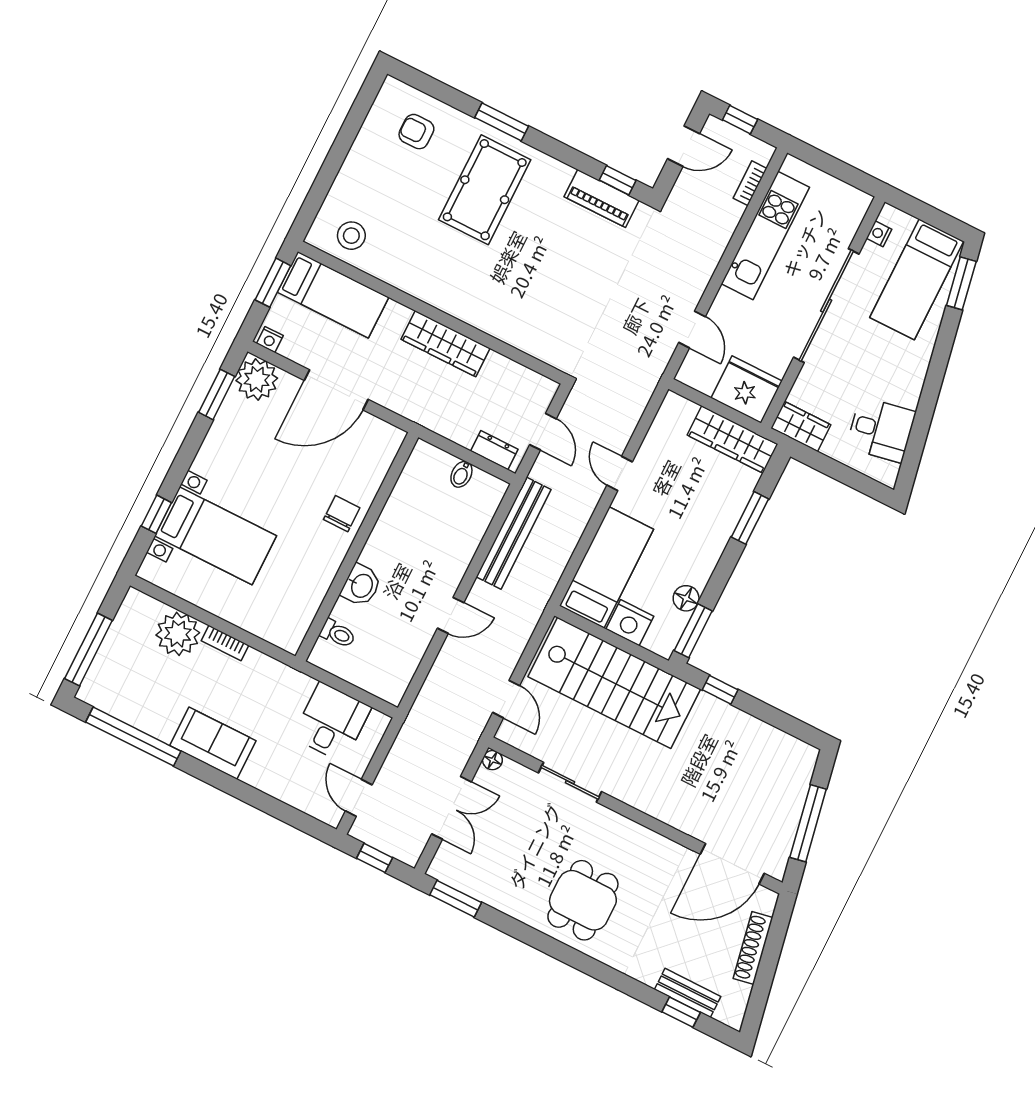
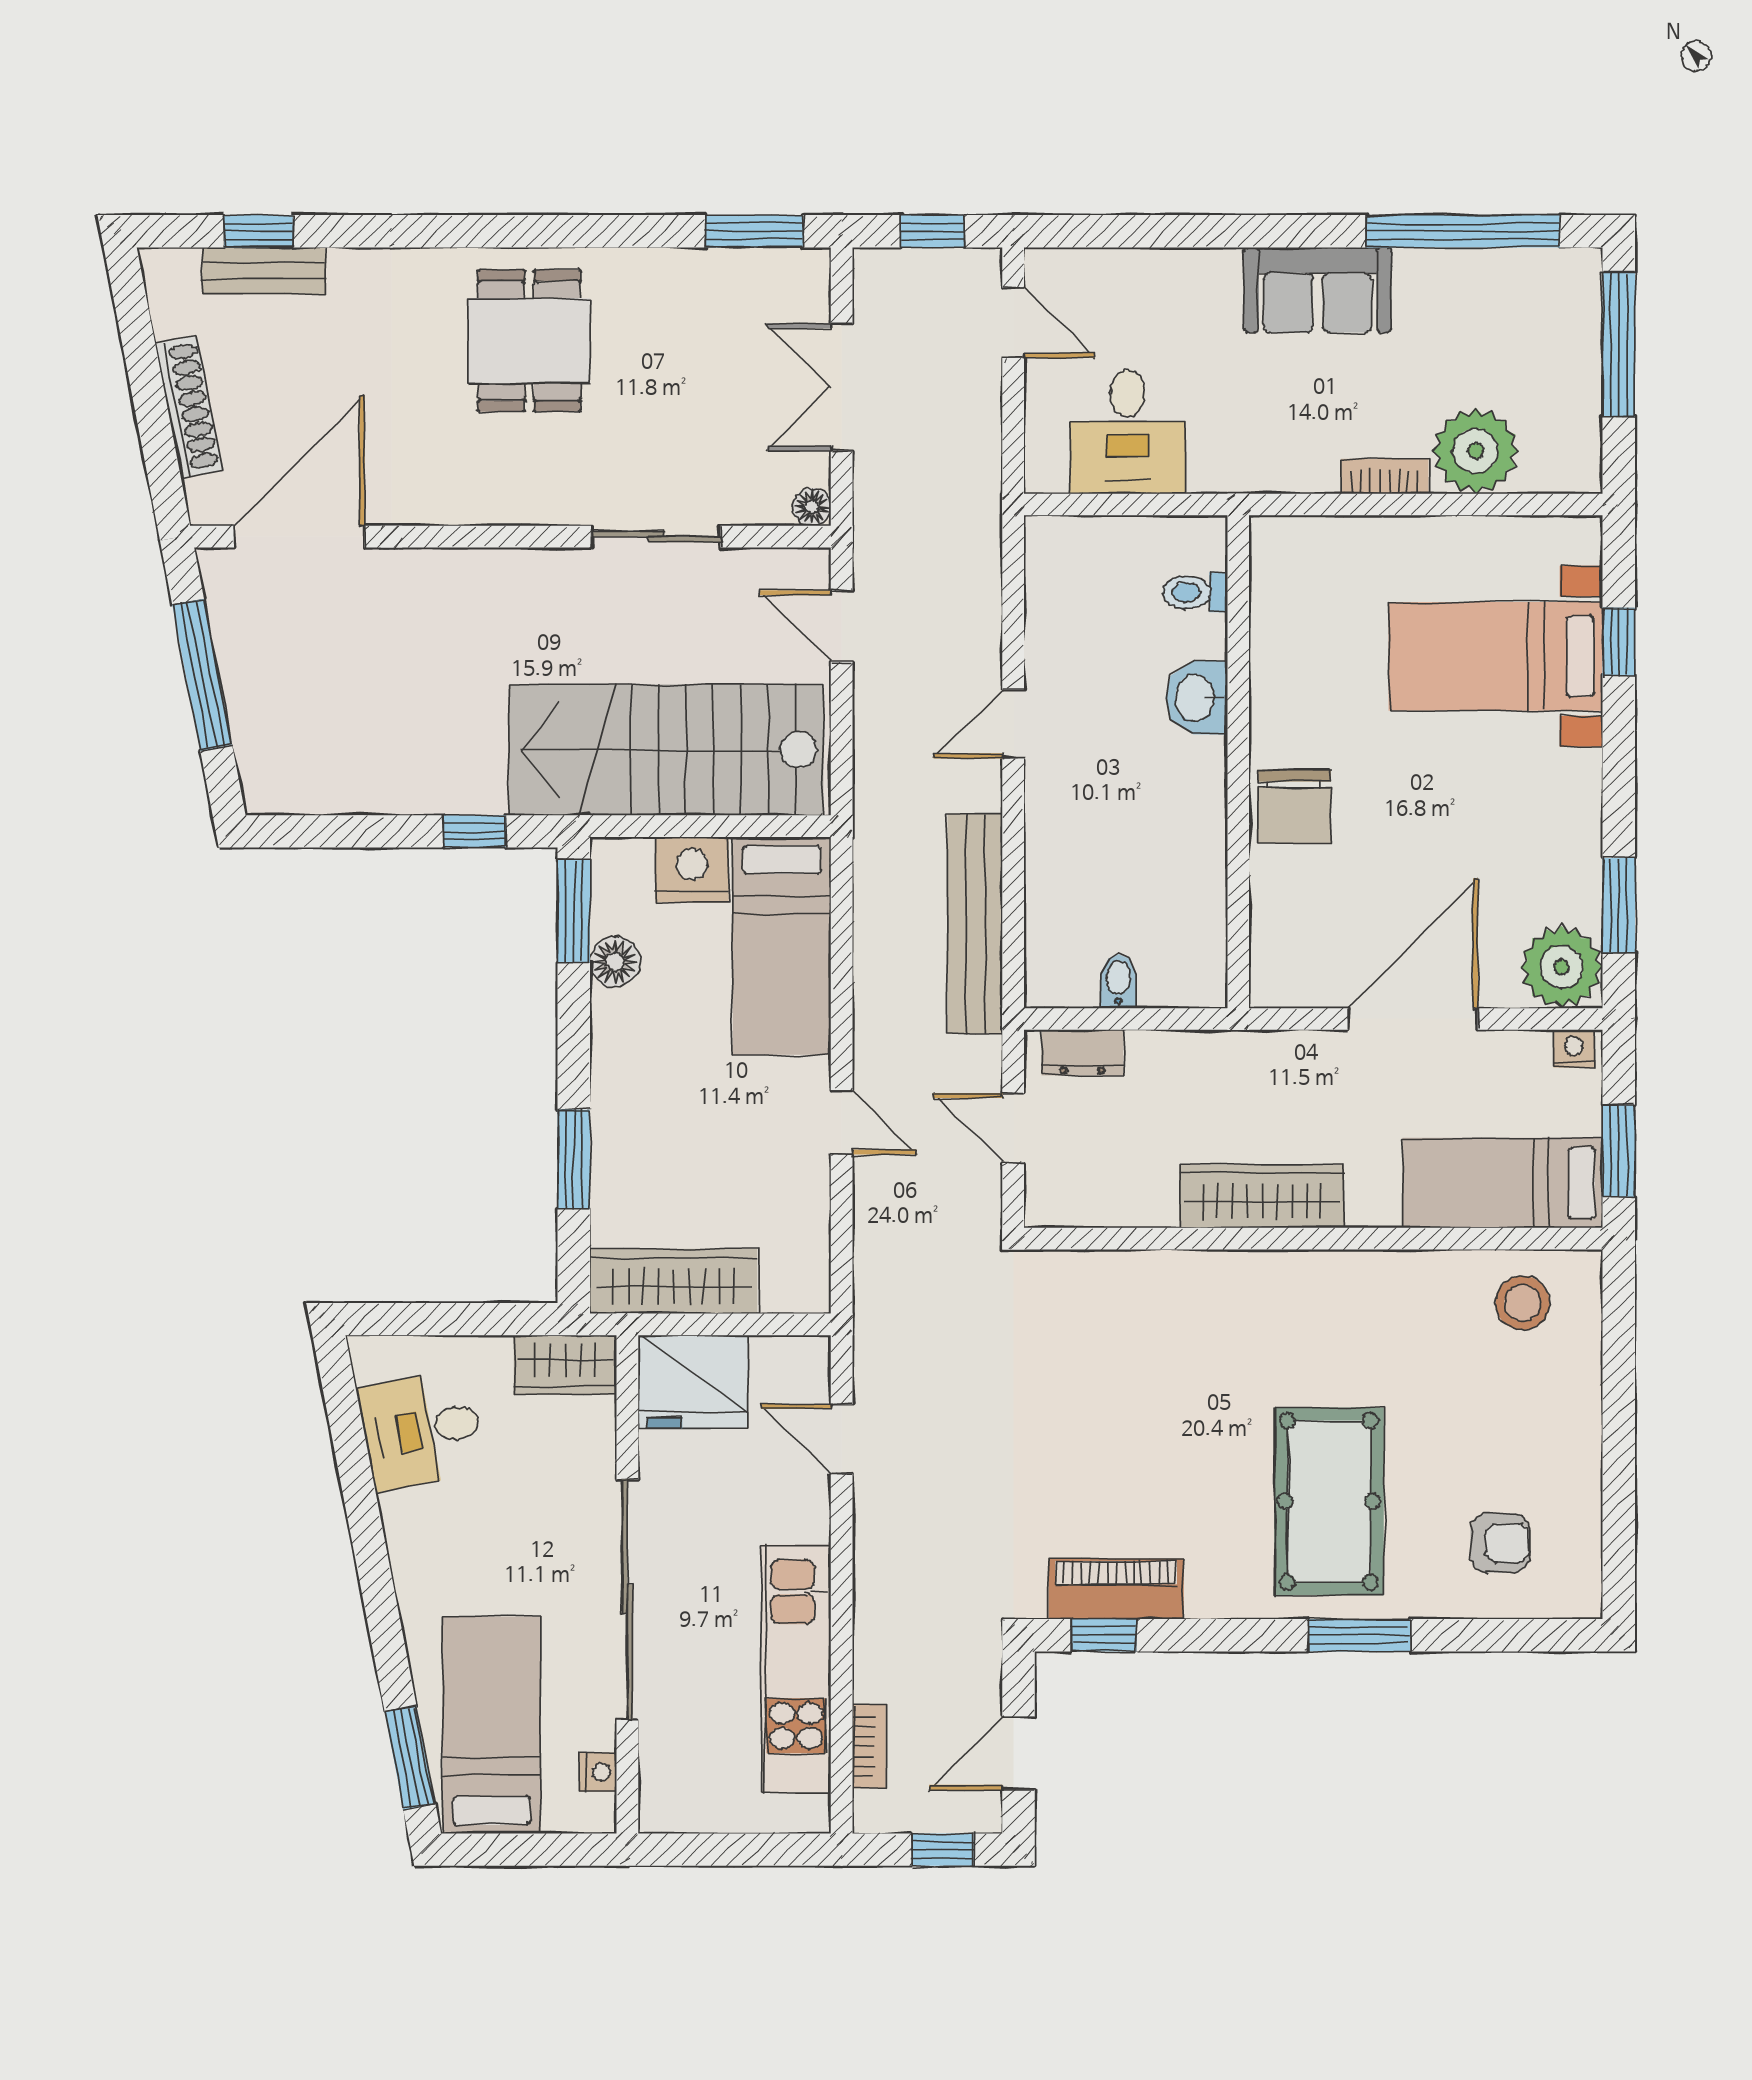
chair: (342, 514) -> (1294, 806), width x1.37, depth x1.37

